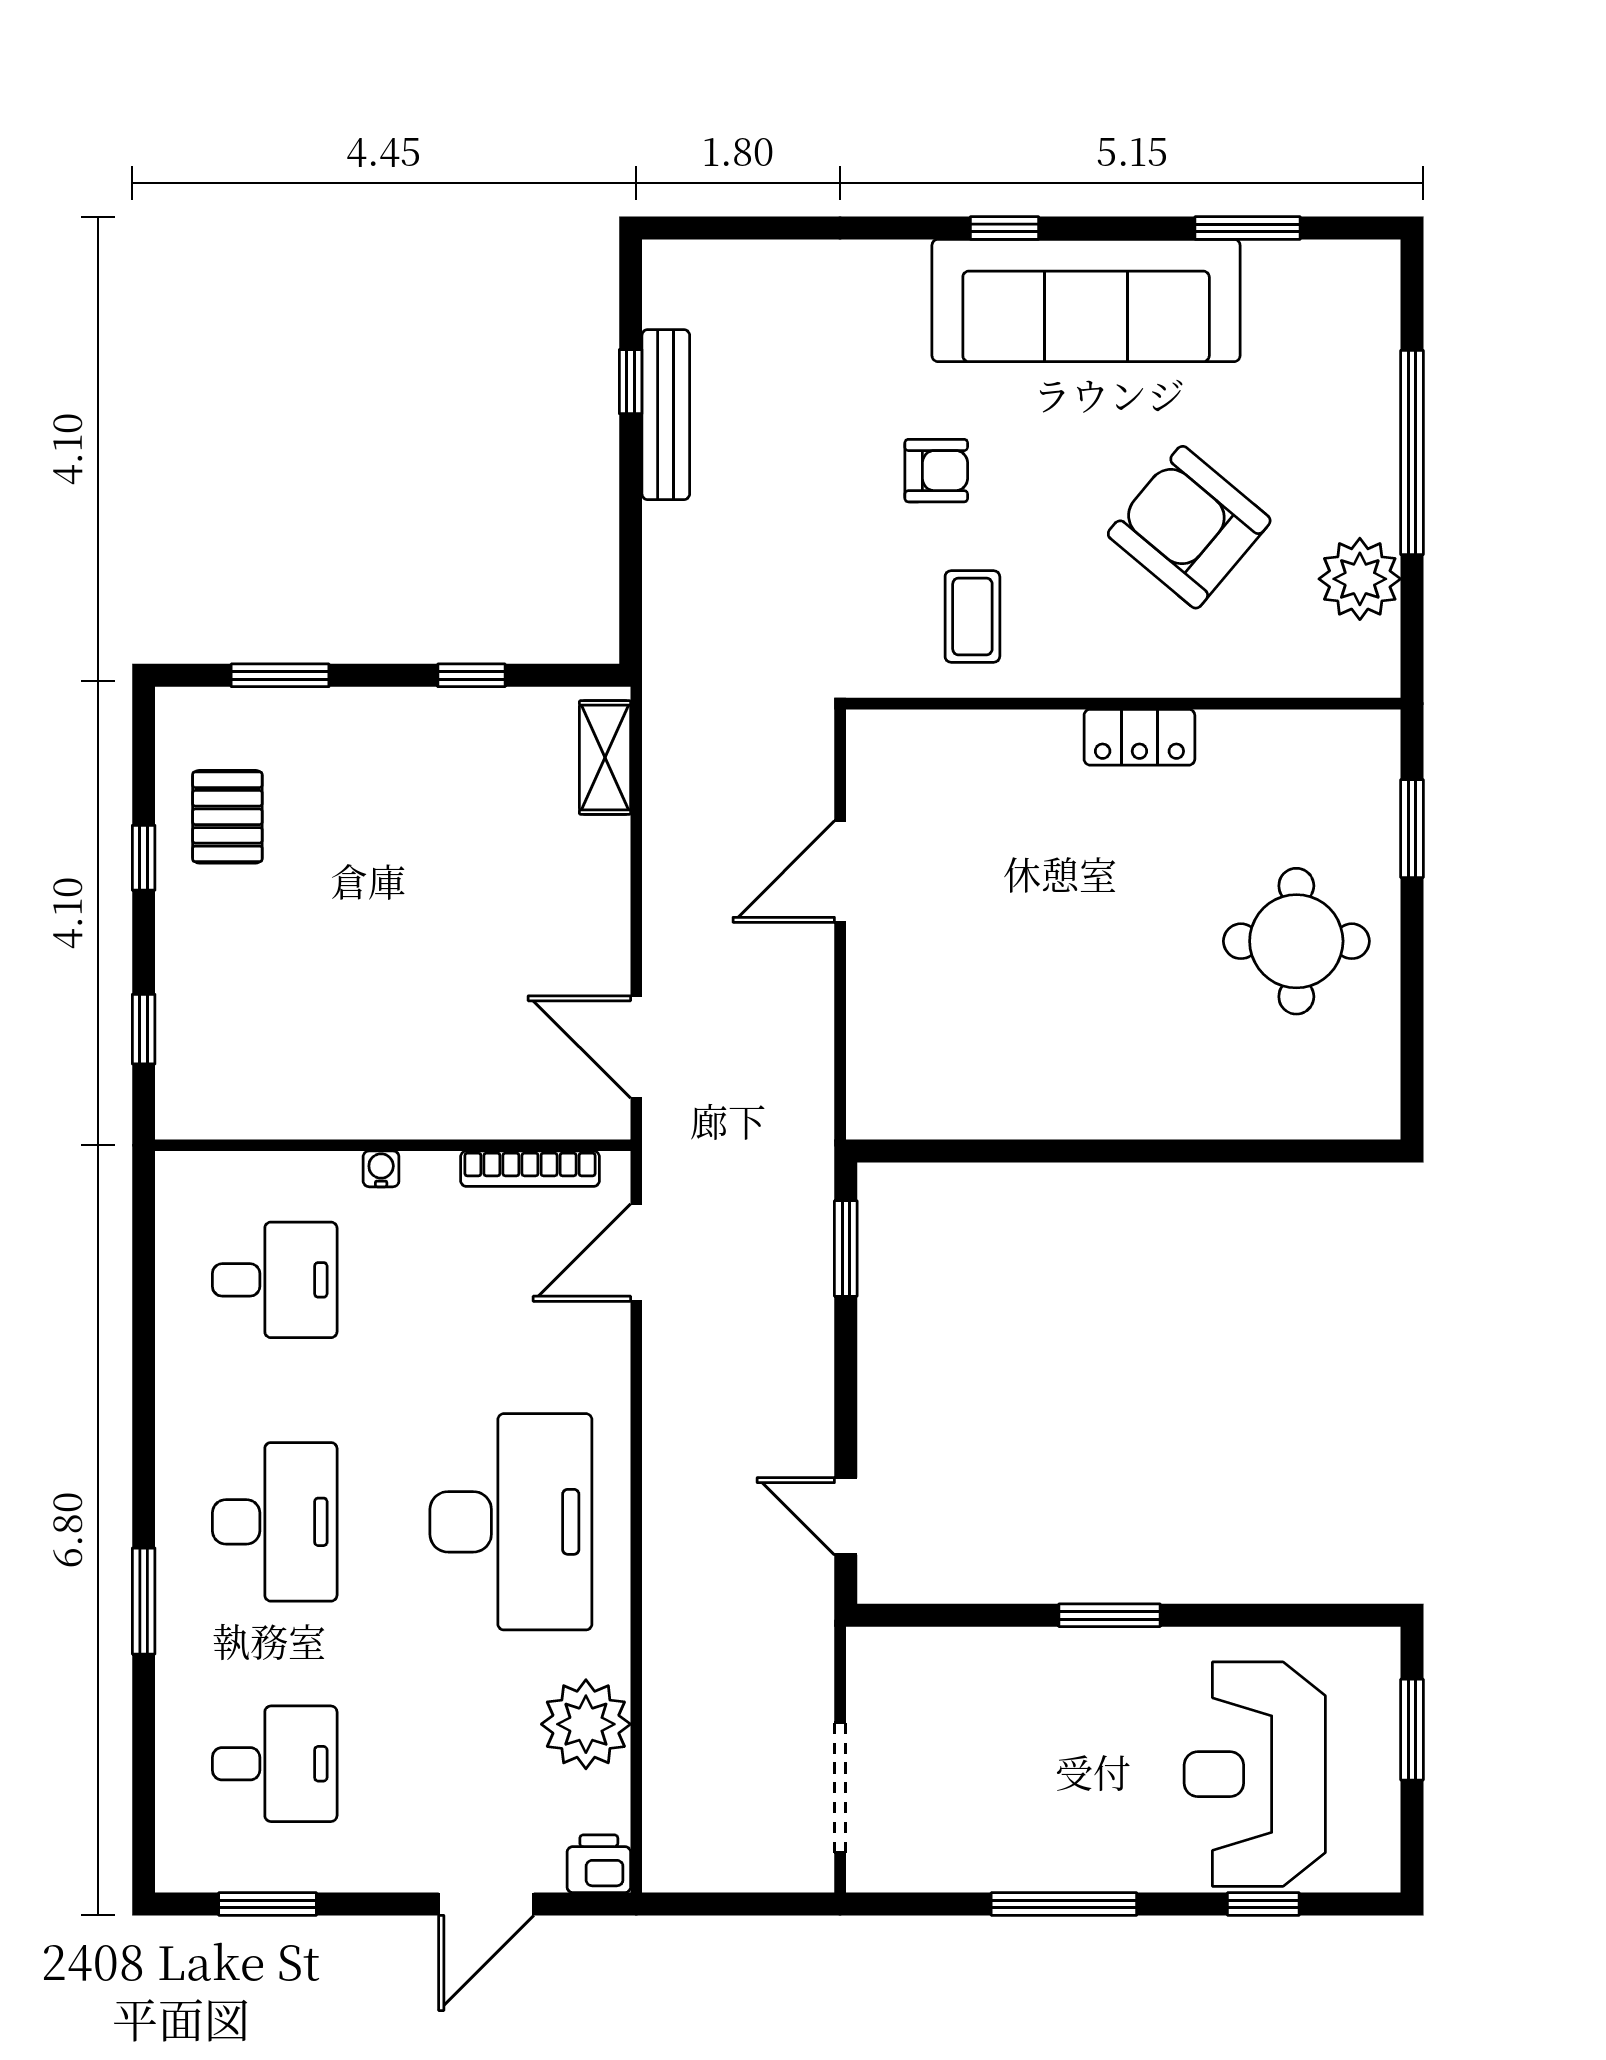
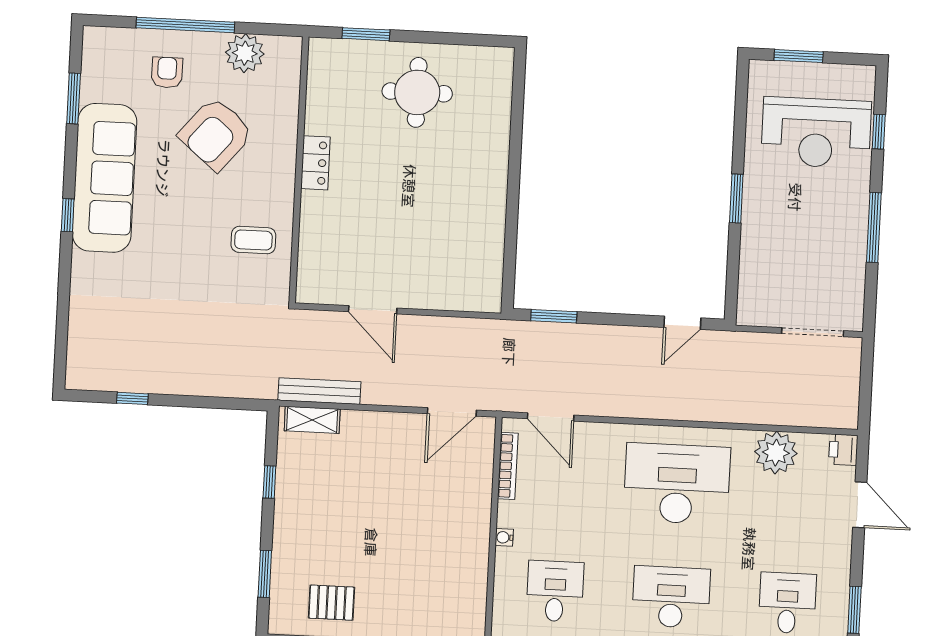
bench: (666, 415) -> (319, 391), moved
armchair: (936, 471) -> (167, 72), moved

